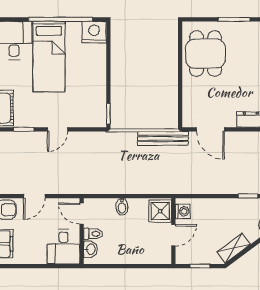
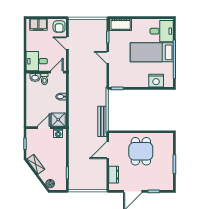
nightstand: (94, 32) -> (156, 81), moved, turned 90
dining table: (206, 54) -> (141, 151), moved, turned 90
door: (173, 235) -> (44, 128), swing flipped

